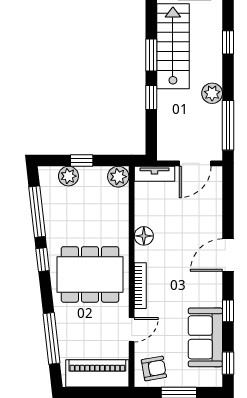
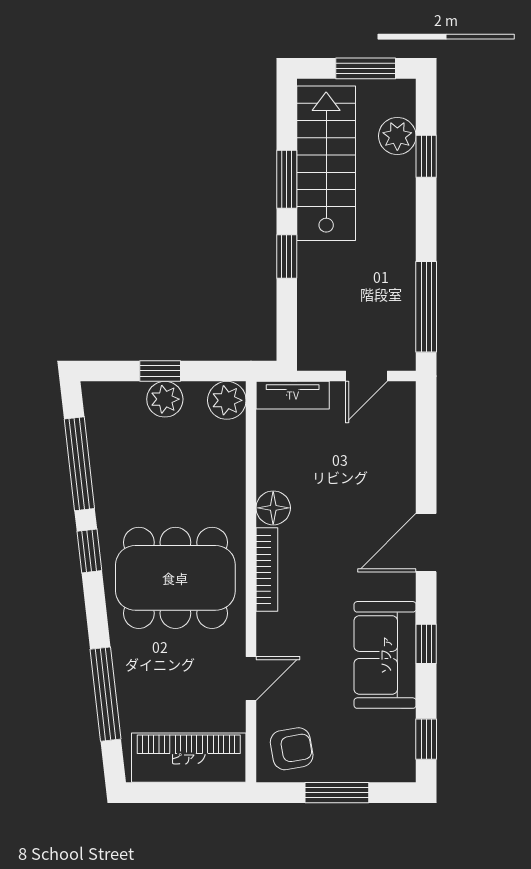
plant: (212, 93) -> (397, 136), moved
door: (195, 163) -> (367, 376), width x0.73
plant: (68, 176) -> (165, 399), moved
bookcase: (140, 286) -> (267, 570), moved
sofa: (205, 337) -> (385, 655), moved

